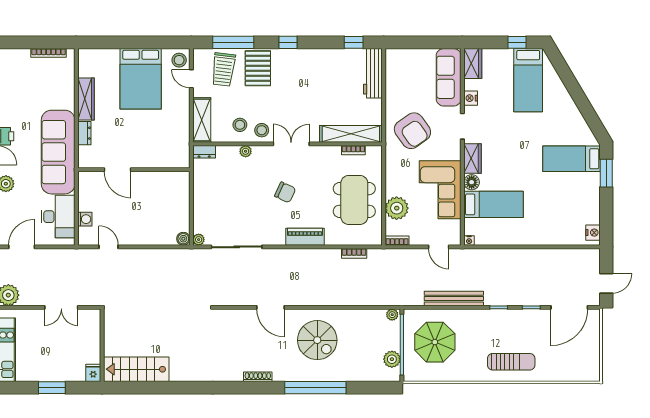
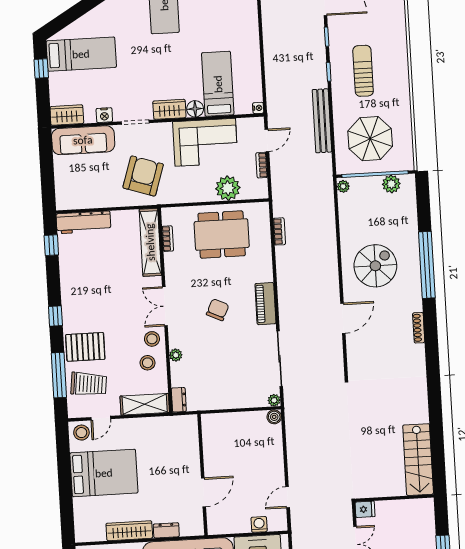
armchair: (412, 131) -> (143, 176), turned -37
piano: (305, 237) -> (265, 304), moved
bookcase: (397, 241) -> (262, 165), moved
sun lounger: (511, 362) -> (363, 71), moved
fridge: (93, 373) -> (365, 509), moved, turned 180

